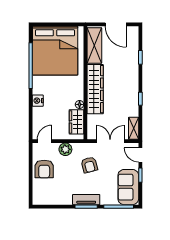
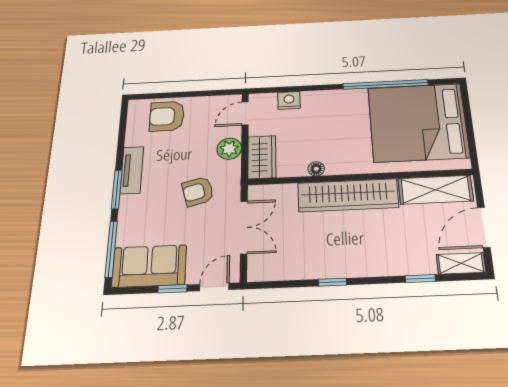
nightstand: (38, 101) -> (289, 100), moved
wardrobe: (76, 122) -> (262, 157), moved, turned 90
shelving: (134, 128) -> (461, 263), moved
door: (44, 141) -> (245, 113), swing flipped
armchair: (44, 169) -> (167, 116), moved
tv unit: (86, 200) -> (132, 170), moved

